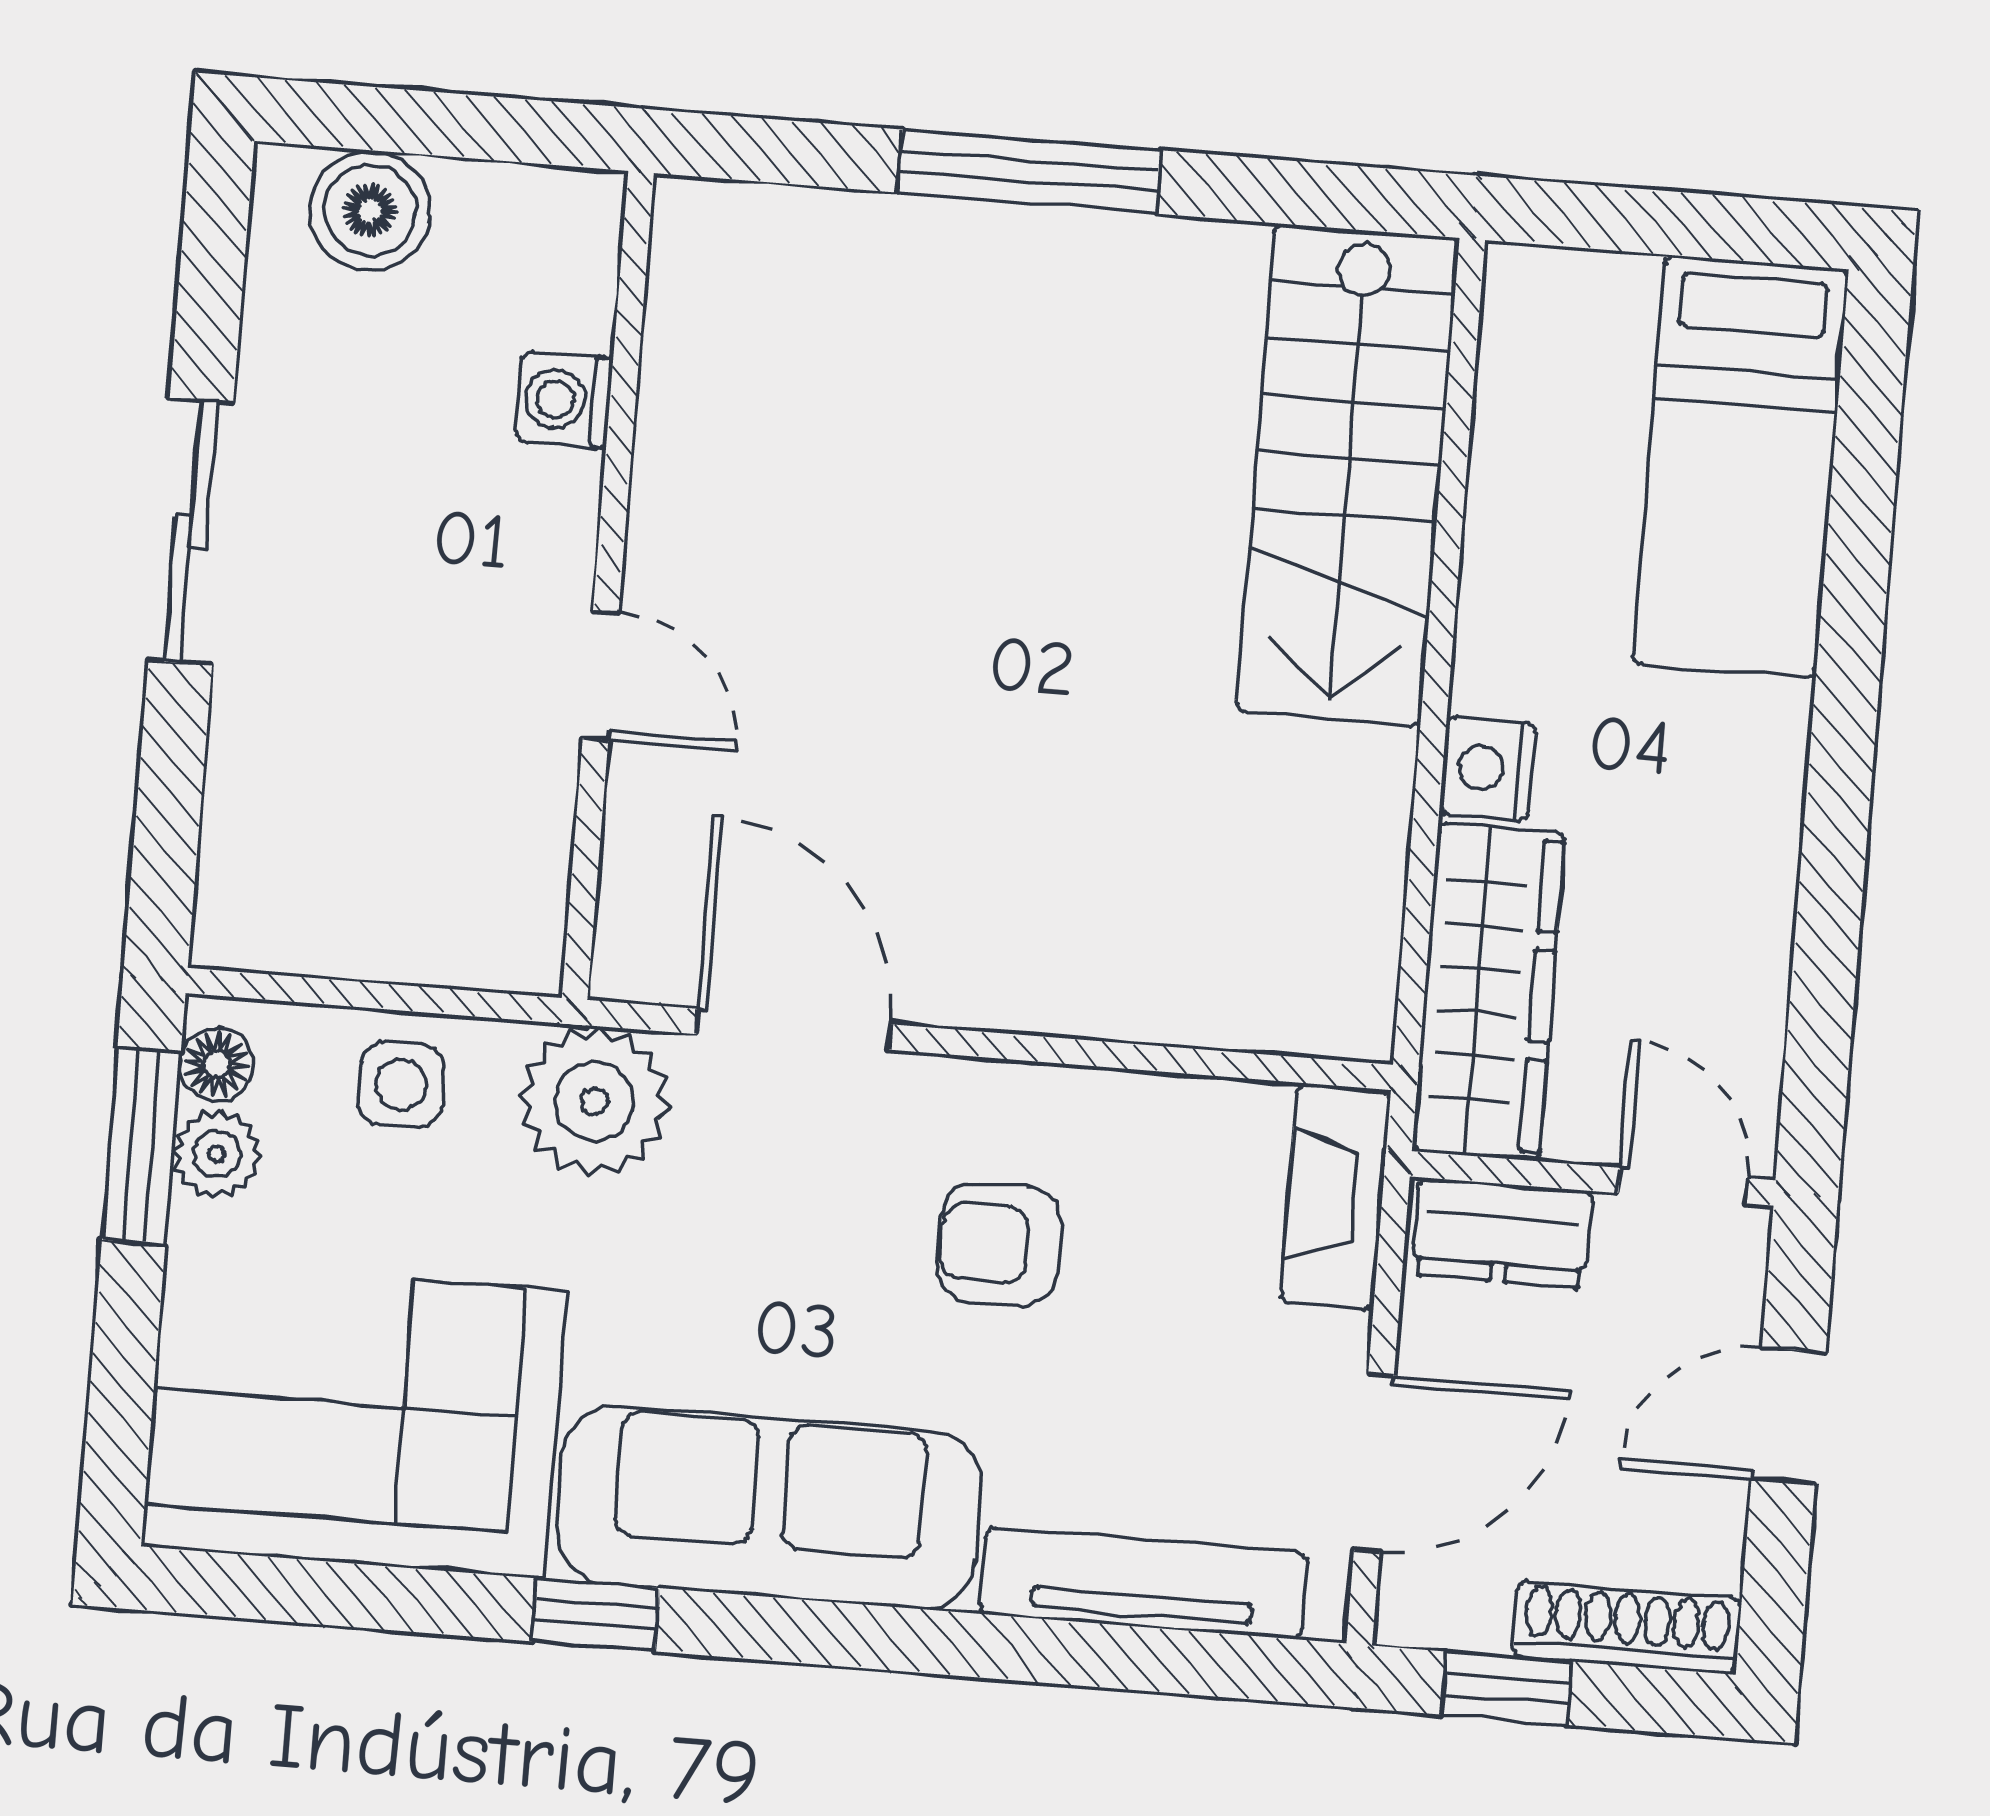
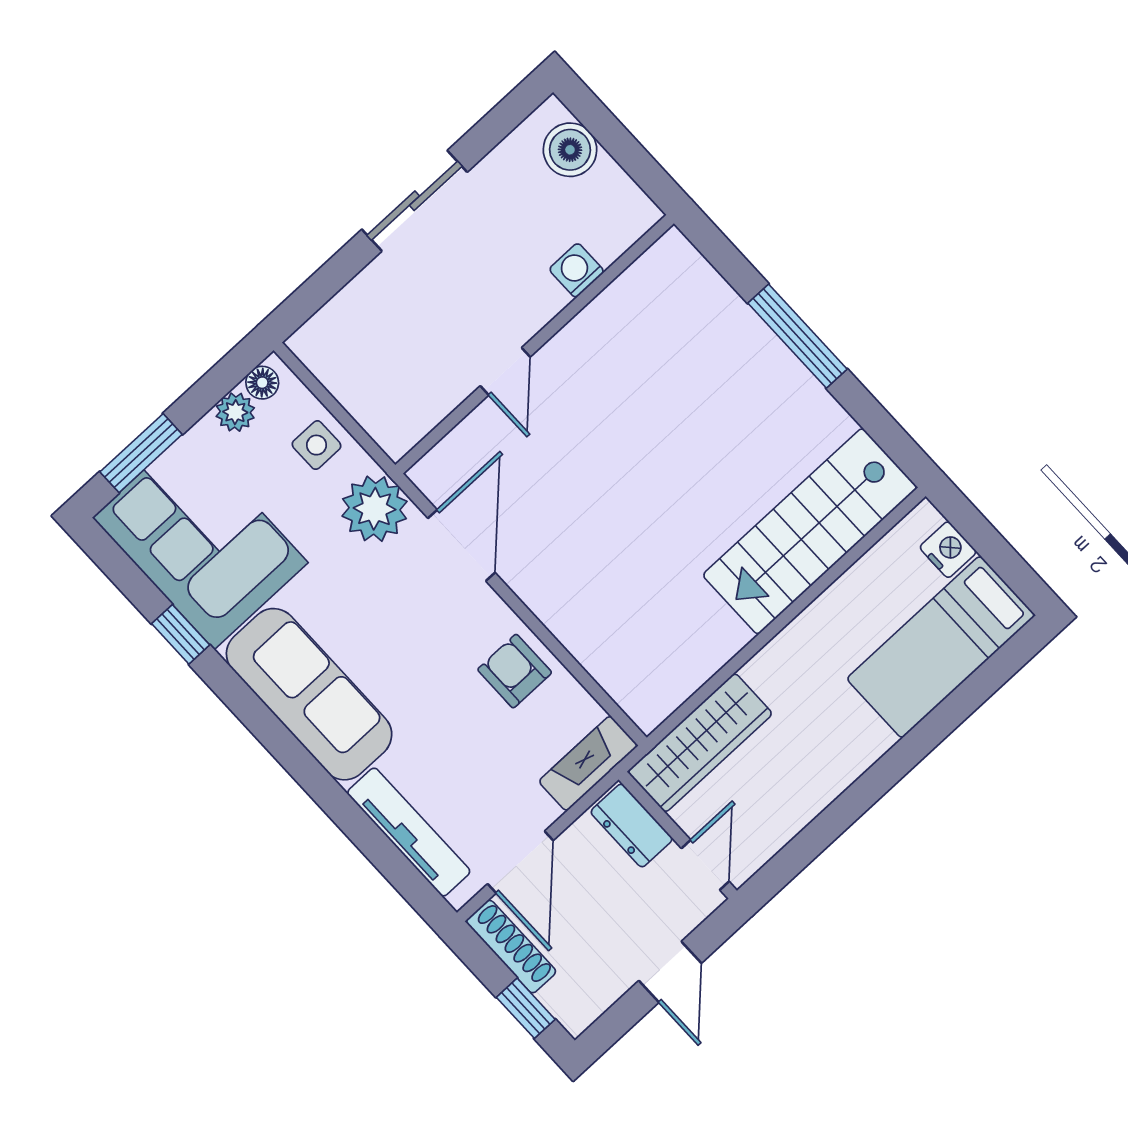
nightstand: (1488, 768) -> (948, 550), moved, turned 90
window: (141, 1146) -> (141, 453), moved
armchair: (999, 1244) -> (515, 671), moved
door: (1788, 1416) -> (670, 972), swing flipped
door: (1374, 1463) -> (520, 862), hinge flipped
window: (596, 1615) -> (181, 634), moved
shoe rack: (1627, 1628) -> (511, 947), moved
window: (1507, 1688) -> (526, 1008), moved

